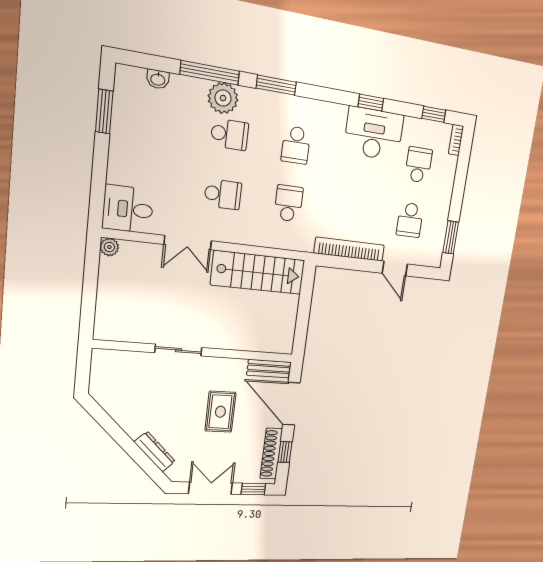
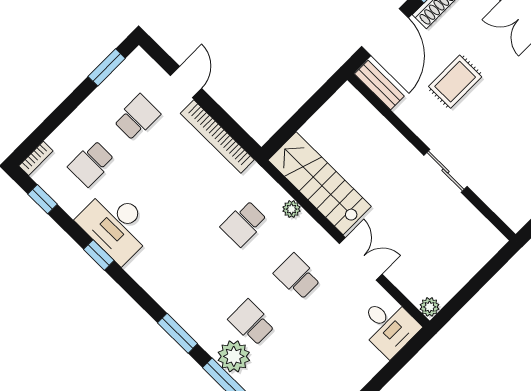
school desk: (296, 145) -> (198, 269), removed
plant: (263, 239) -> (291, 209), added

